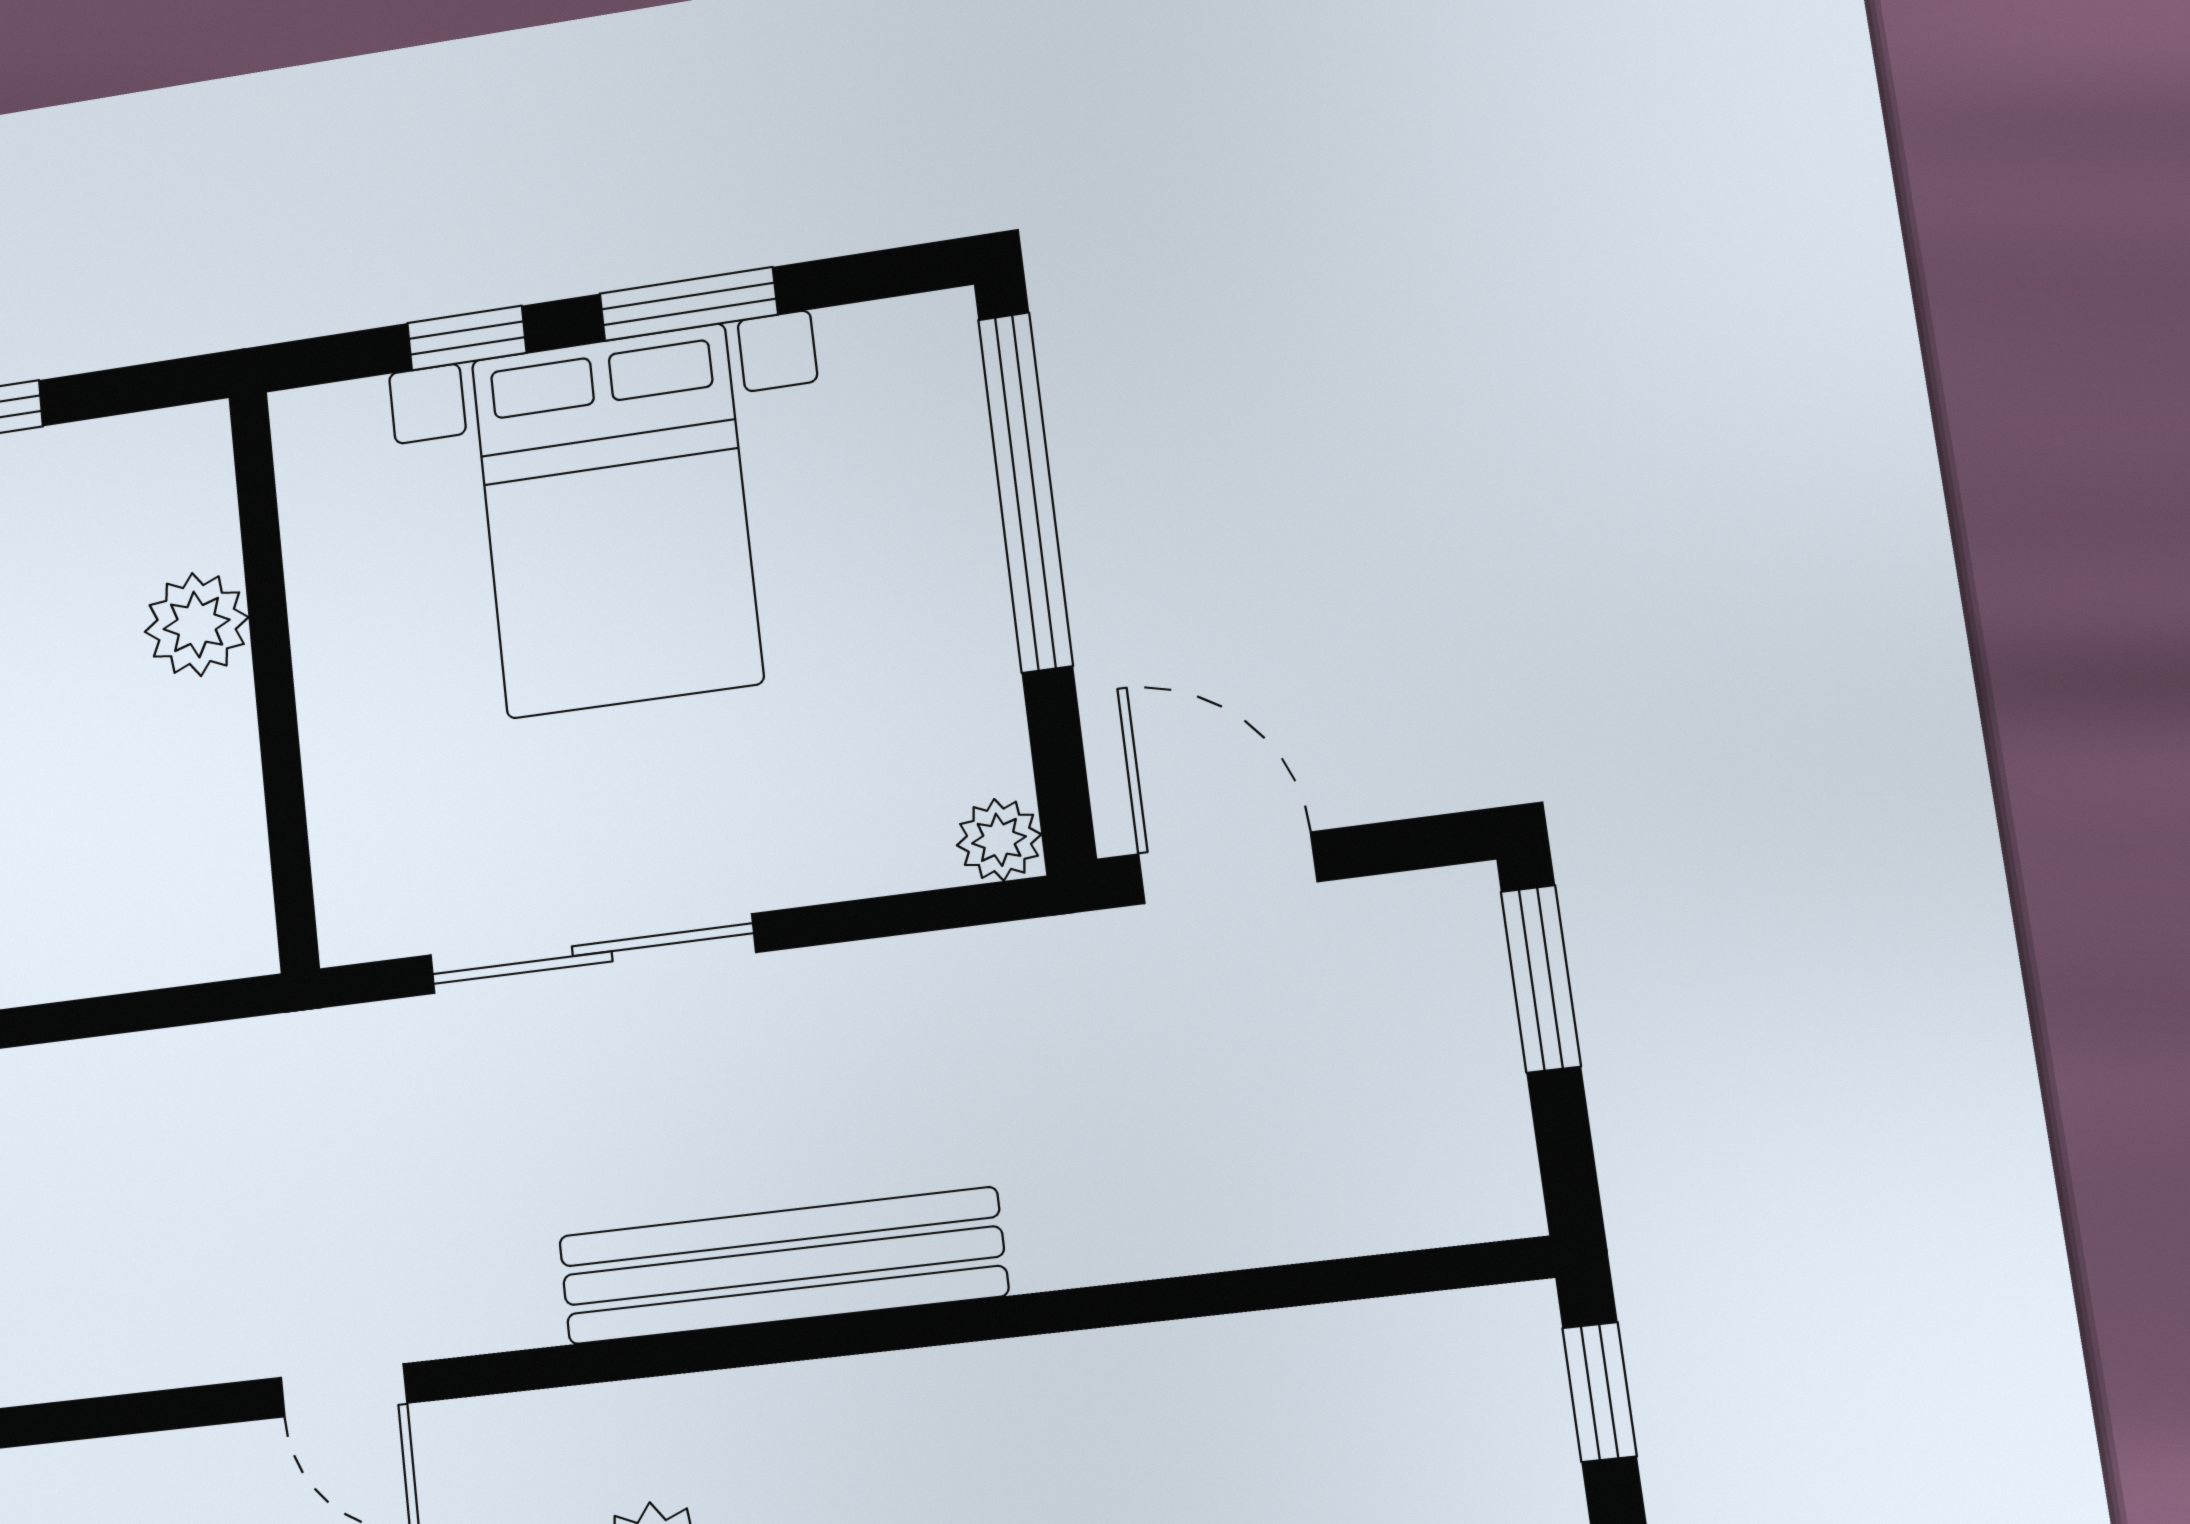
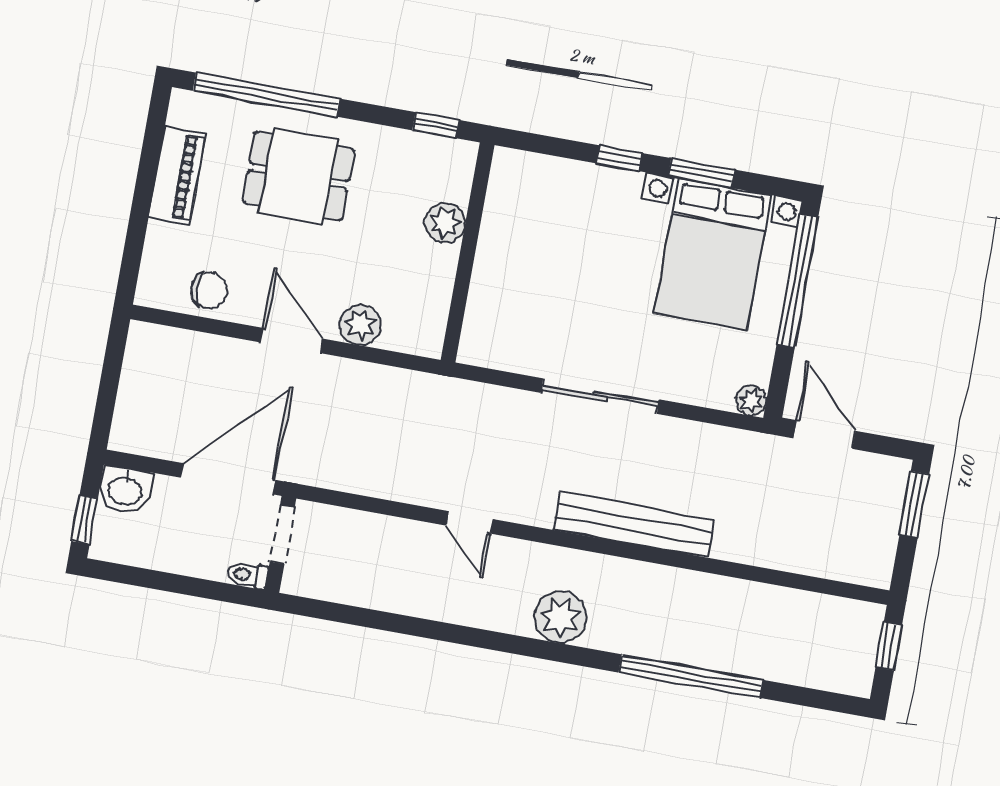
bed with nightstands: (616, 520) -> (712, 254), moved
plant: (197, 624) -> (445, 223), moved
wall: (274, 680) -> (468, 253), moved

